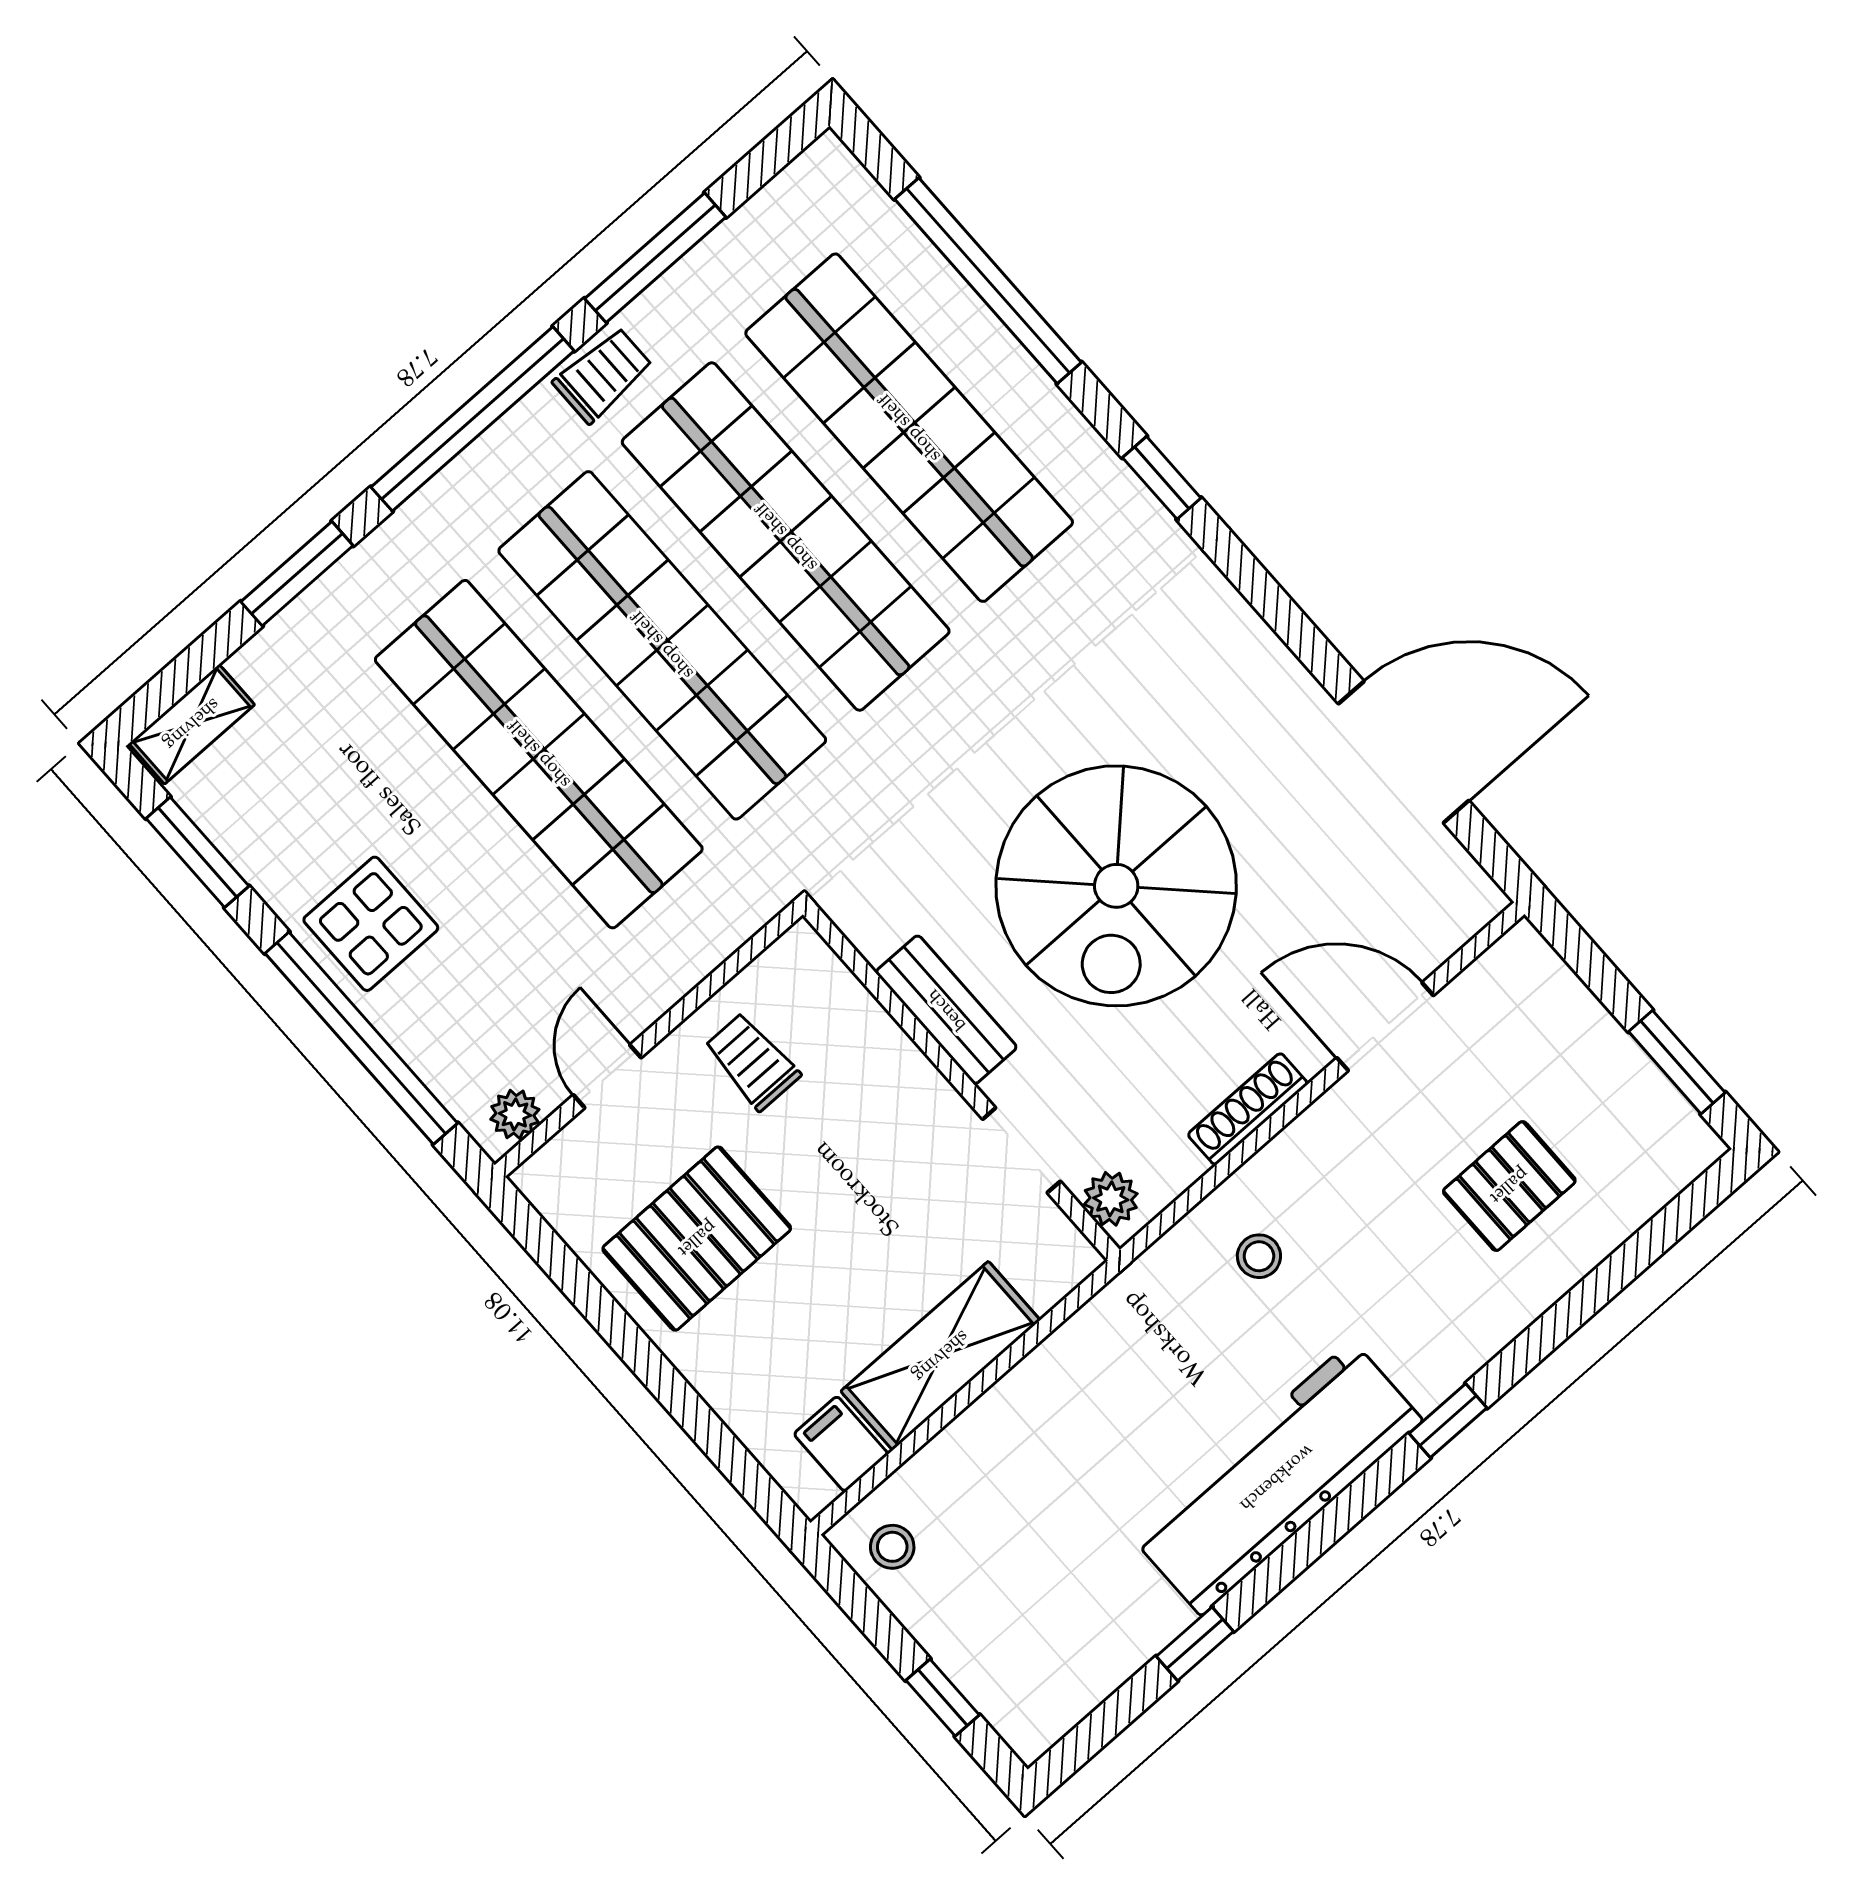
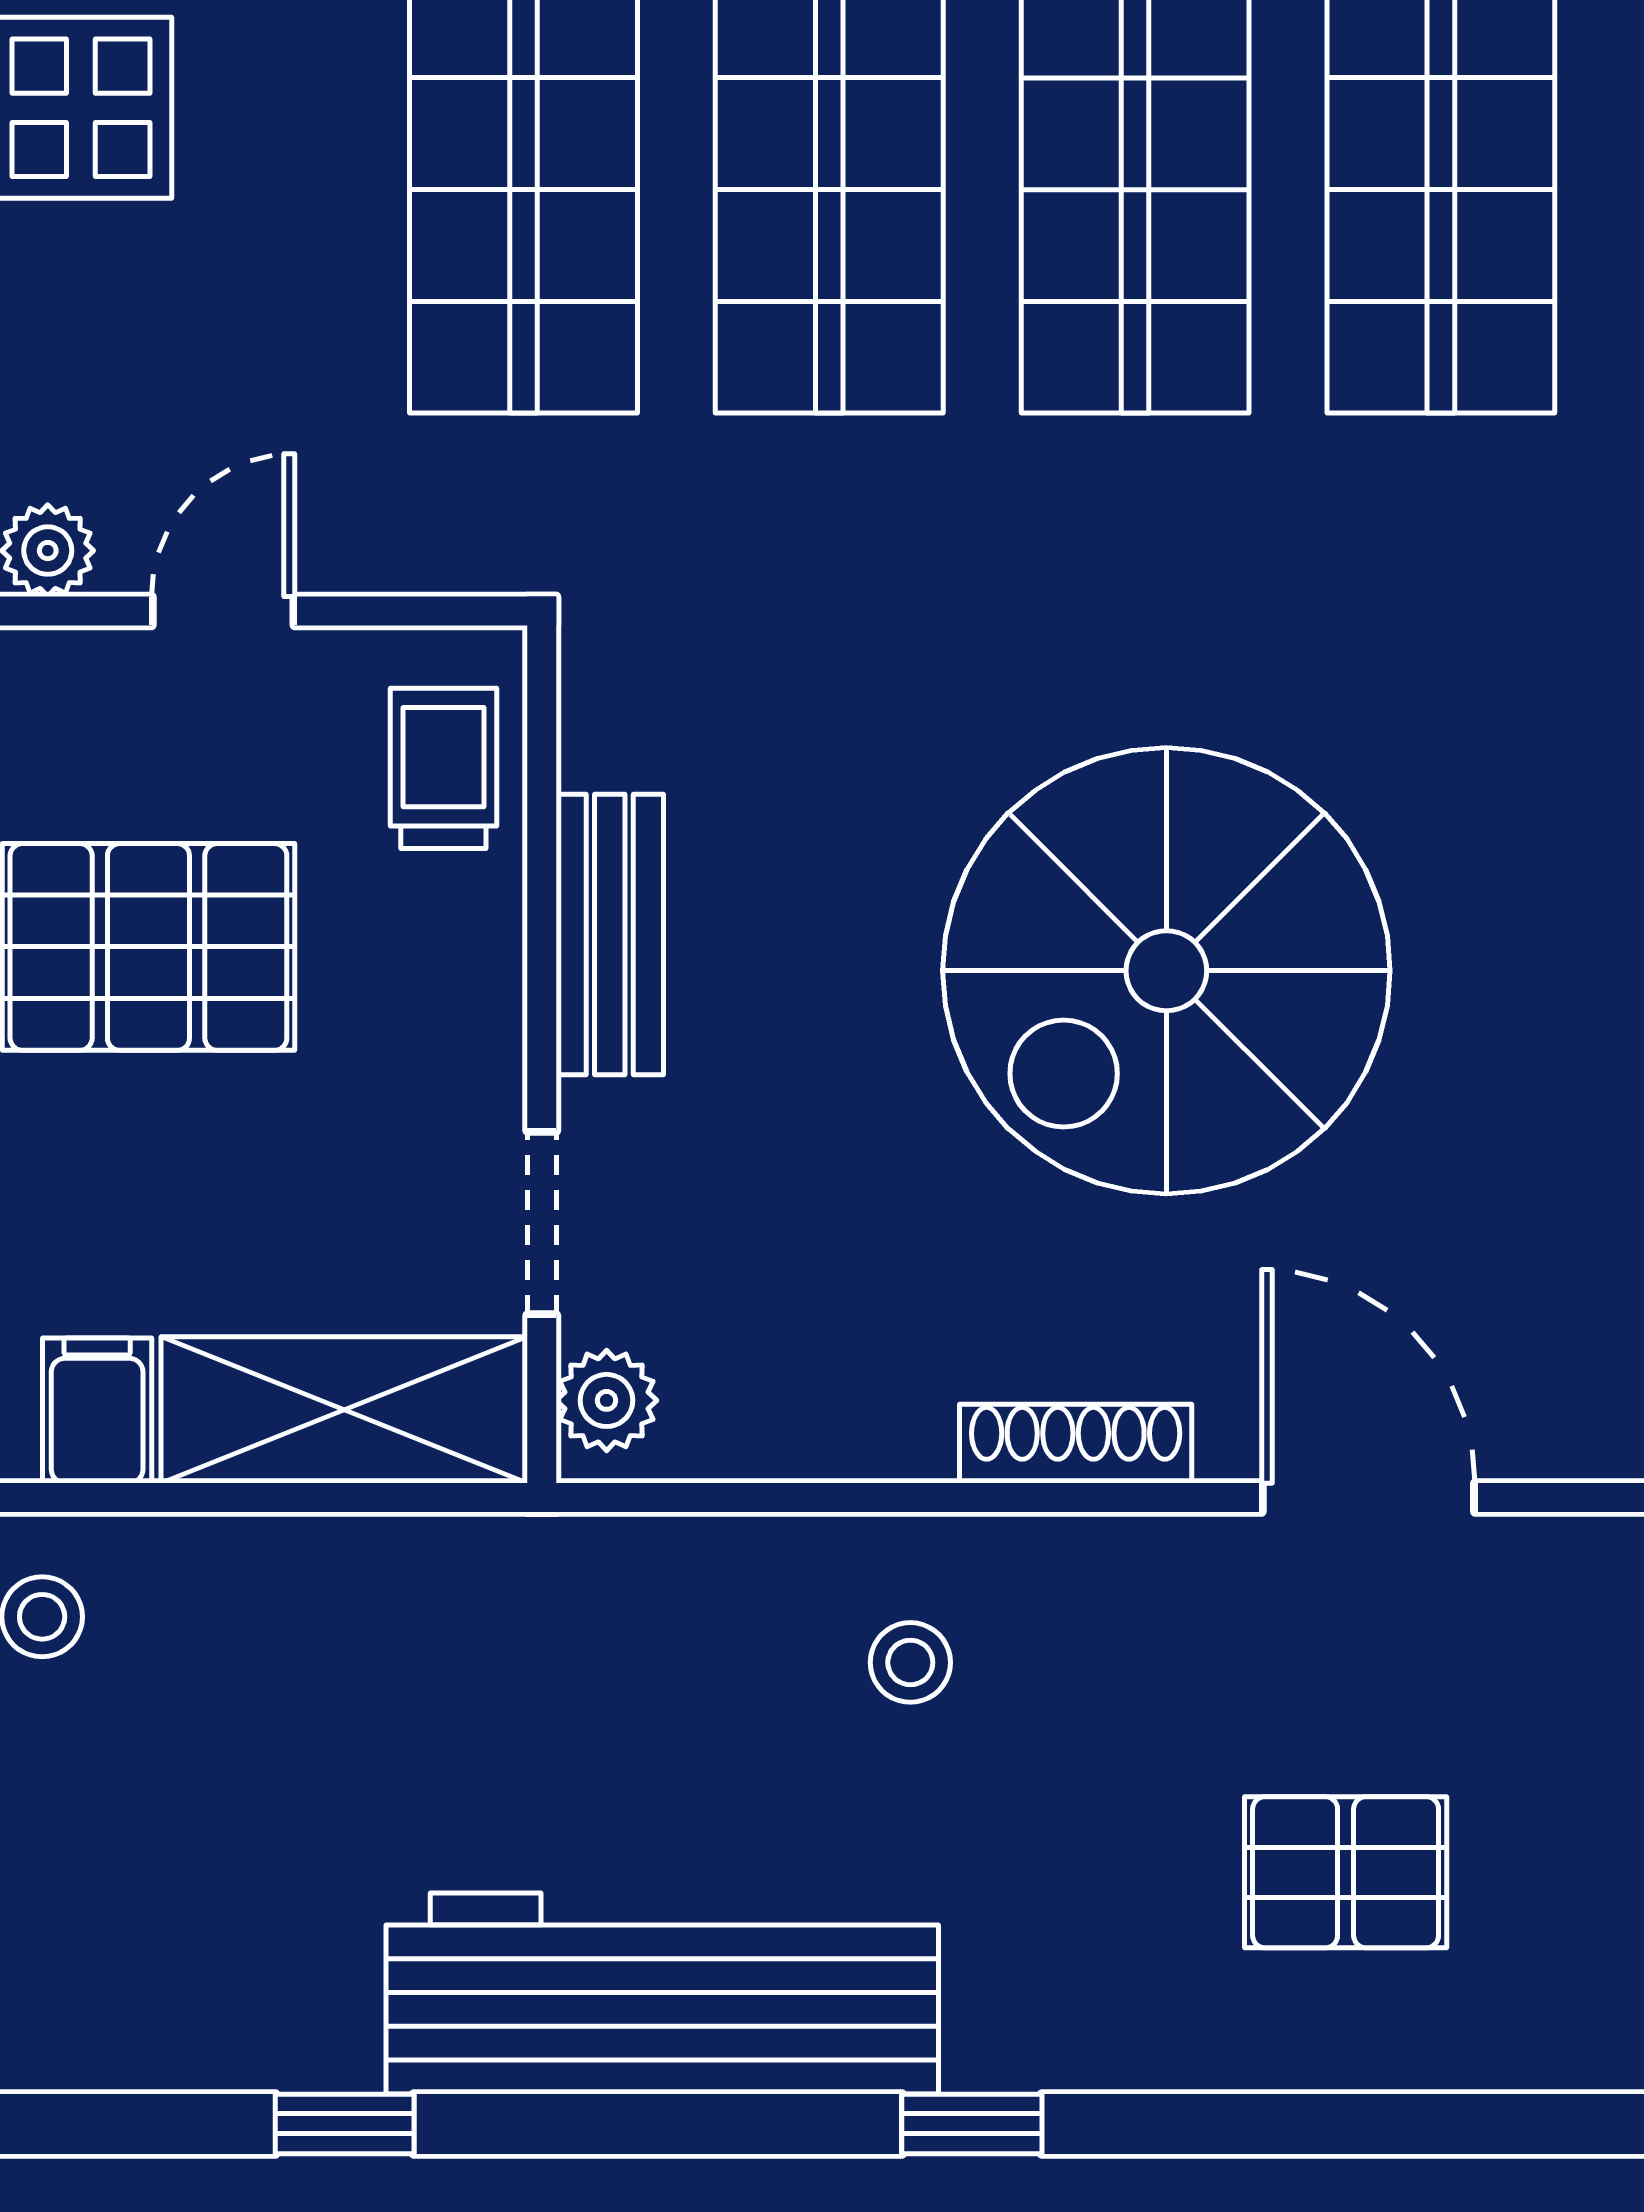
bench: (946, 1010) -> (610, 935), moved
wall: (961, 1082) -> (542, 1054), moved
doorway: (1021, 1150) -> (542, 1223), moved
plant: (1111, 1199) -> (607, 1400), moved

